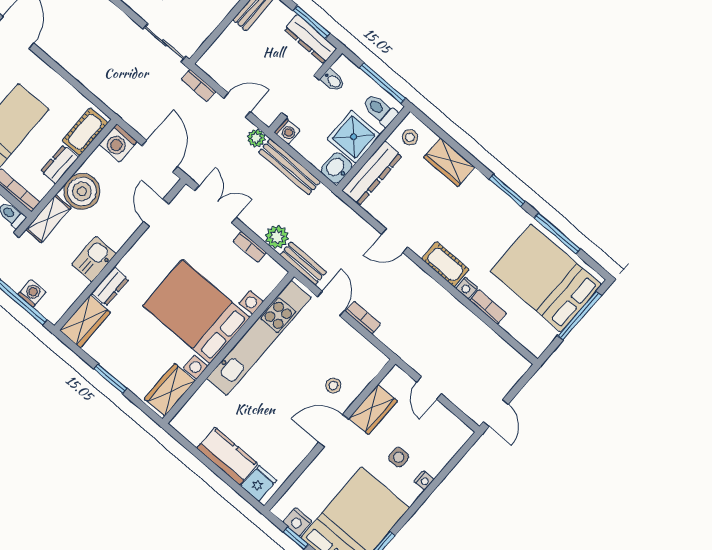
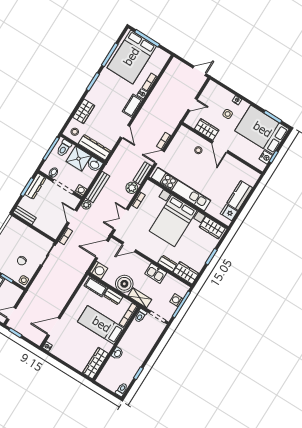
fridge: (259, 483) -> (229, 213), moved

